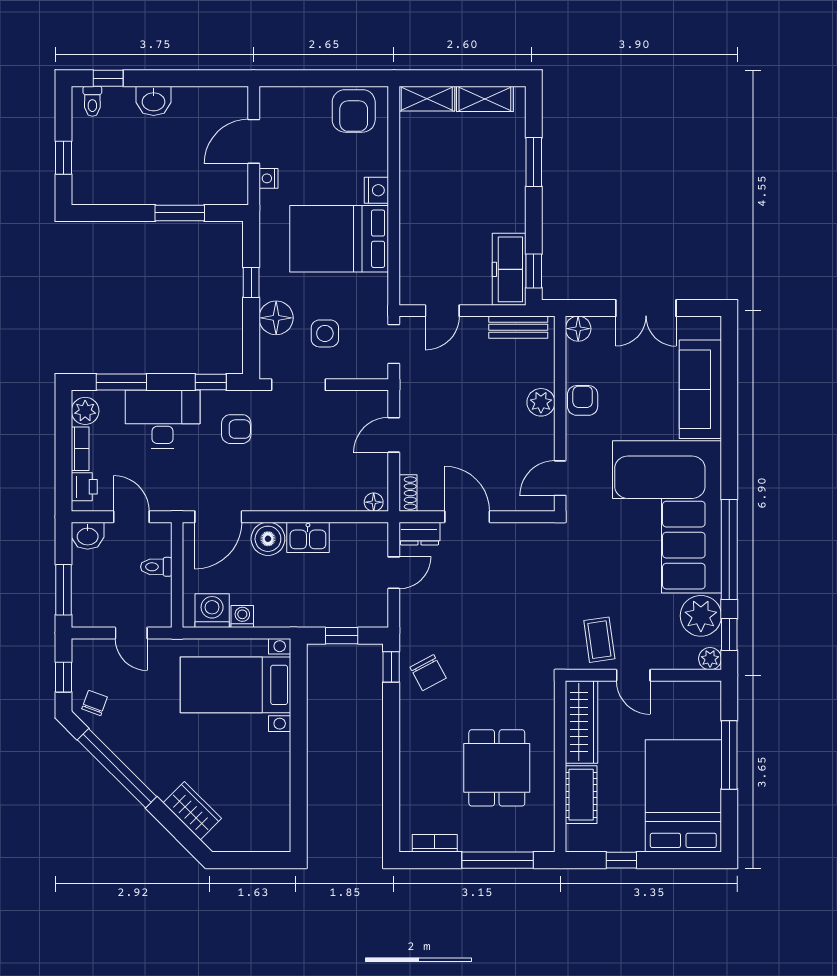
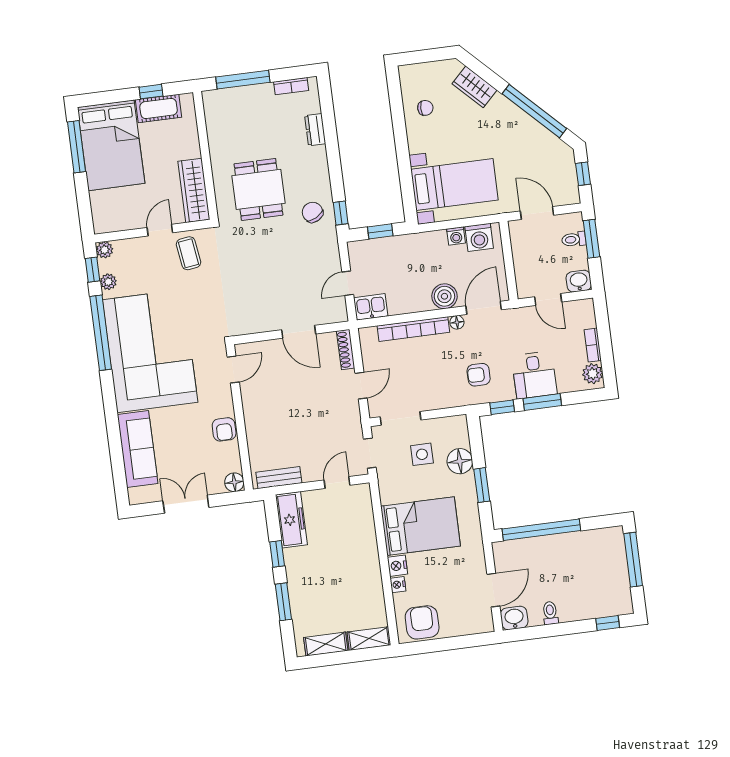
toilet: (92, 101) -> (550, 613), moved
washbasin: (154, 101) -> (514, 618), moved
window: (64, 158) -> (633, 560), width x2.17
nightstand: (268, 178) -> (398, 585), moved, turned 180
window: (180, 213) -> (541, 530), width x2.11
window: (534, 271) -> (277, 554), moved
window: (251, 282) -> (482, 485), width x1.50
window: (121, 382) -> (542, 402), moved
doorway: (298, 385) -> (401, 418), moved
plant: (541, 402) -> (255, 424), removed
desk: (163, 419) -> (534, 375), width x0.73
printer: (84, 487) -> (586, 317), removed
shoe rack: (408, 493) -> (346, 350), width x1.43
bookcase: (315, 501) -> (413, 329), added
floor lamp: (374, 502) -> (457, 322), moved
dresser: (419, 534) -> (315, 130), moved, turned -90
kitchen sink: (308, 537) -> (371, 307), moved
toilet: (156, 567) -> (574, 239), moved, turned 180
plant: (701, 616) -> (108, 282), width x0.53, depth x0.53
door: (131, 633) -> (537, 213), width x1.38
door: (633, 675) -> (160, 230), hinge flipped
chair: (95, 703) -> (425, 108), moved, turned -110
window: (729, 755) -> (77, 147), moved
dining table: (497, 768) -> (259, 189), moved
cot: (581, 795) -> (159, 108), moved, turned 90

